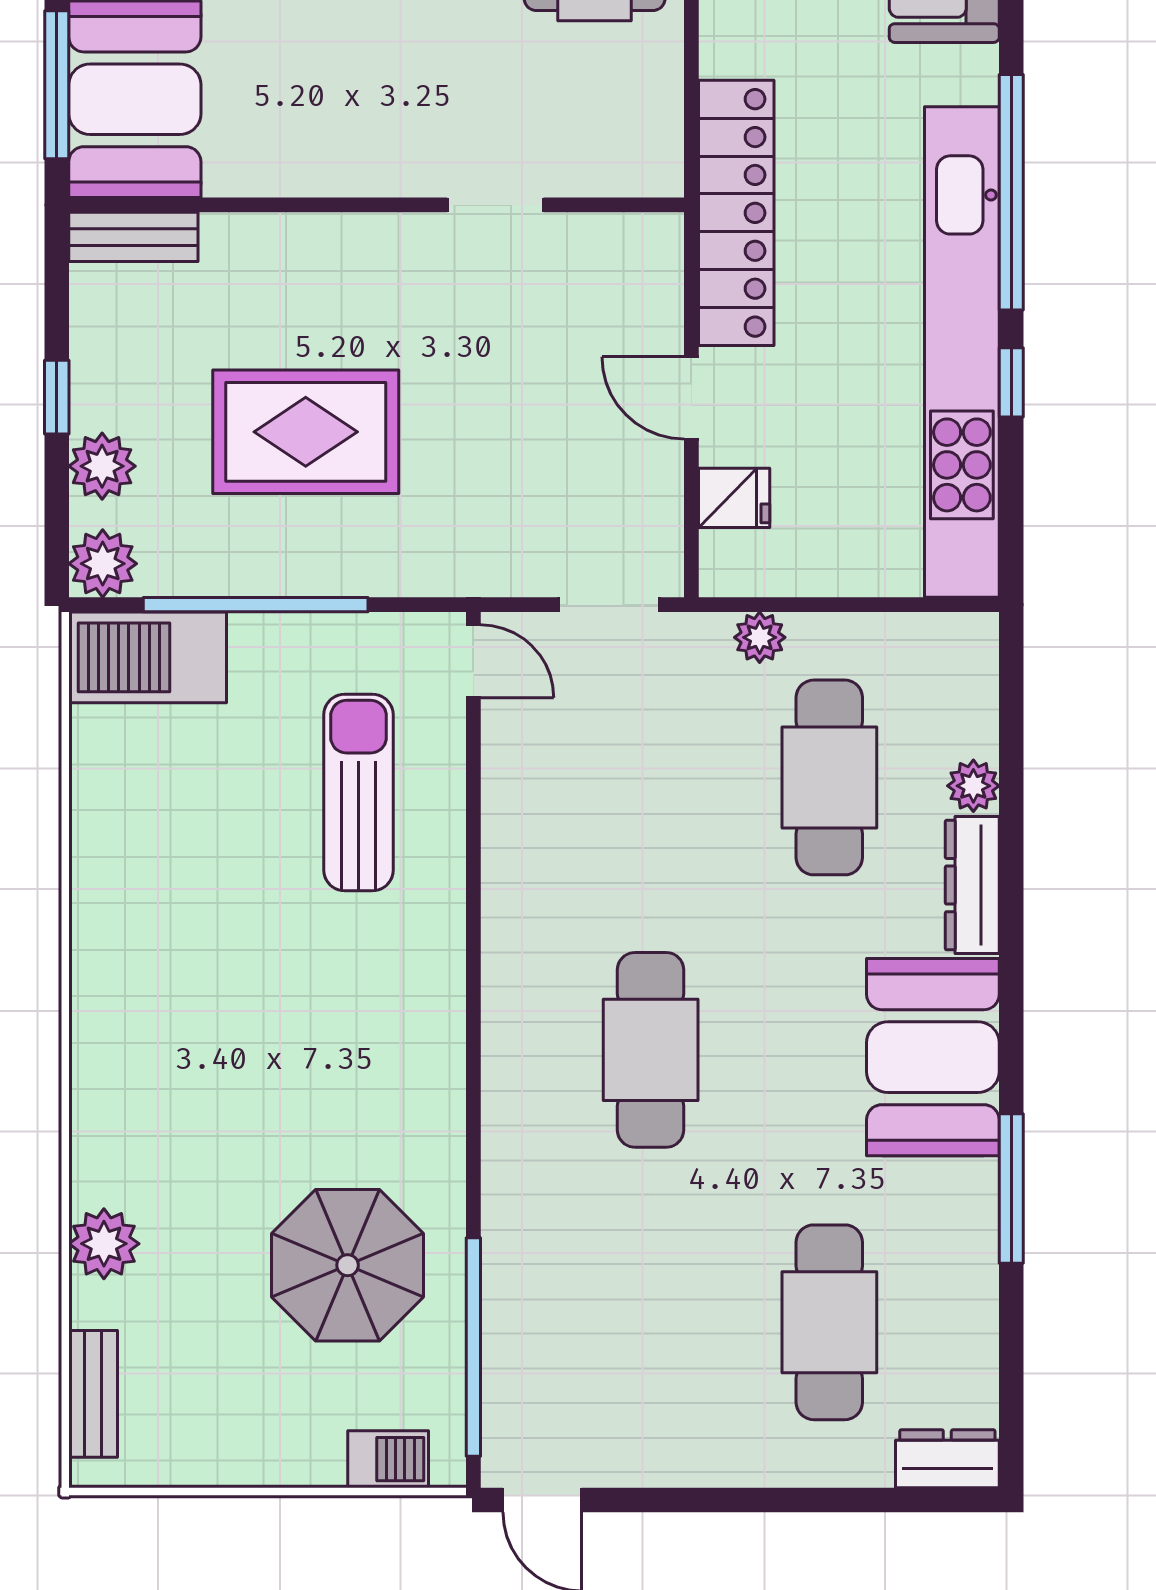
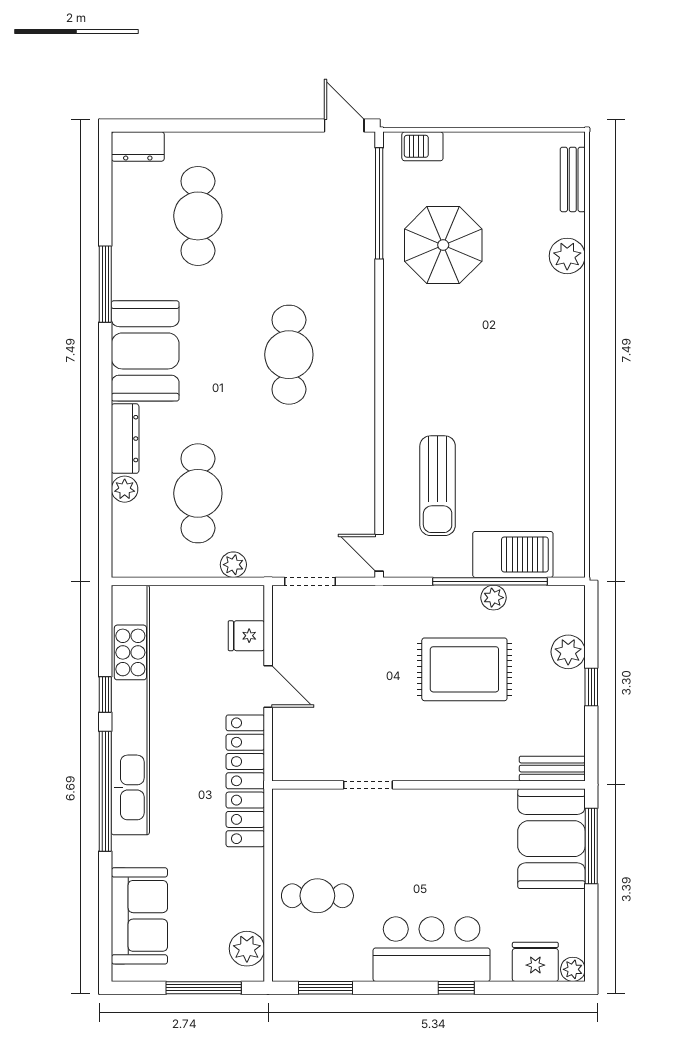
plant: (103, 564) -> (494, 598), moved, width x0.73, depth x0.73
barbecue: (148, 657) -> (513, 554), moved

